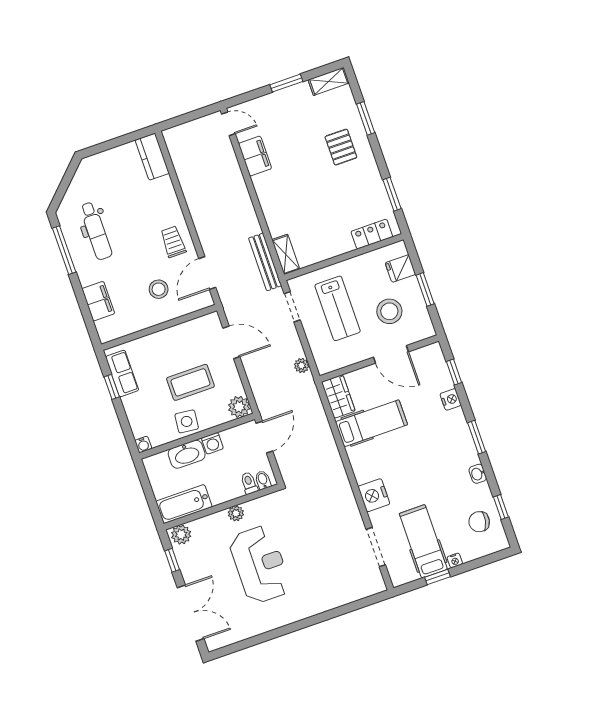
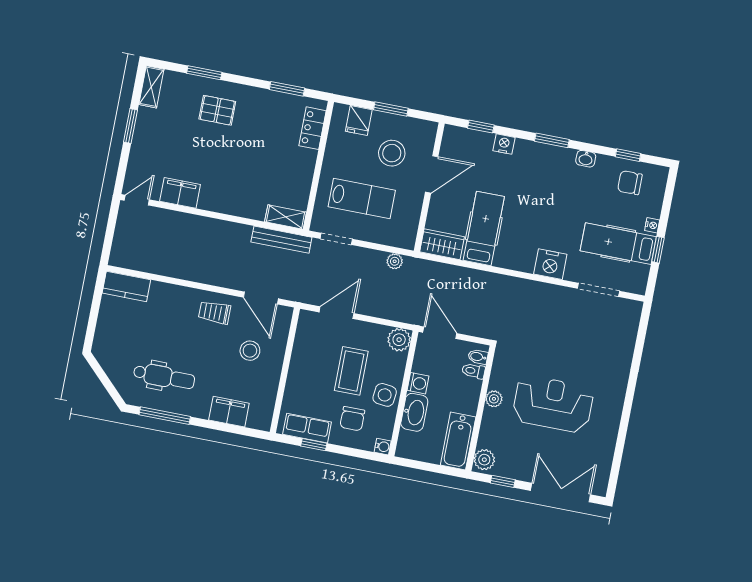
chair: (152, 406) -> (352, 419), added
chair: (479, 522) -> (630, 183), turned 79

